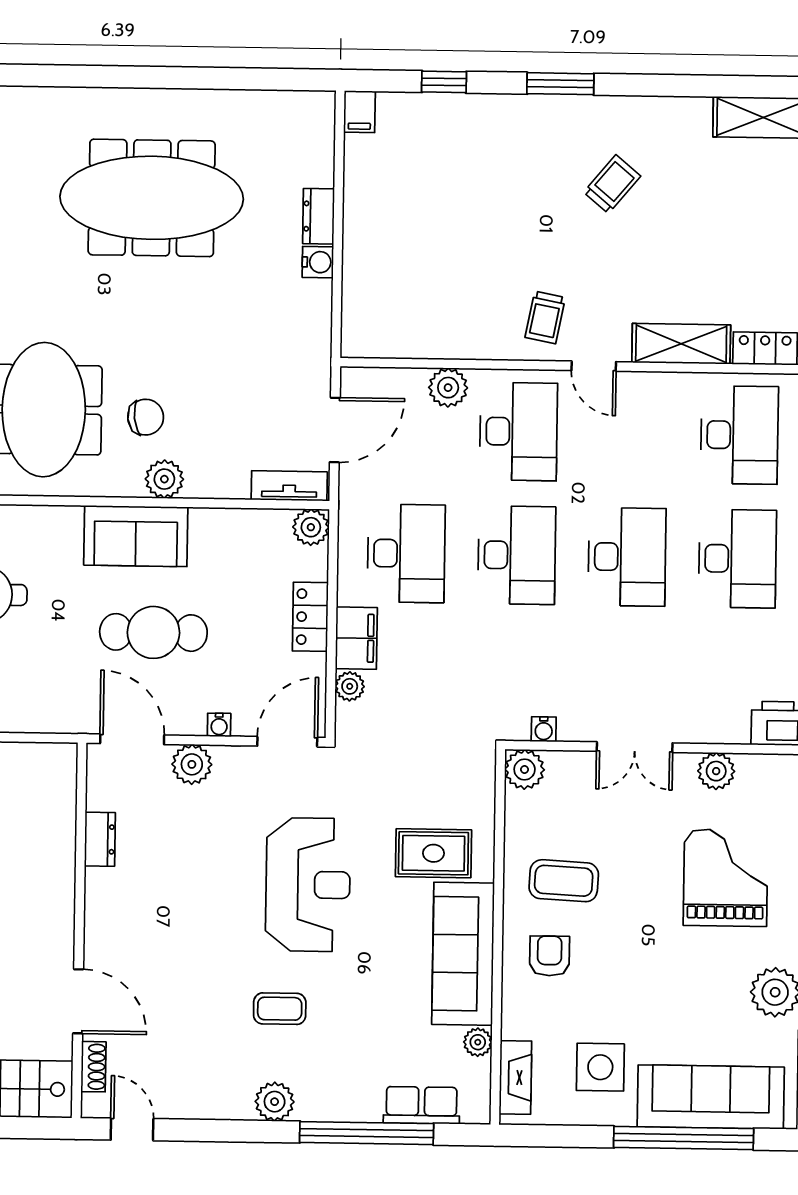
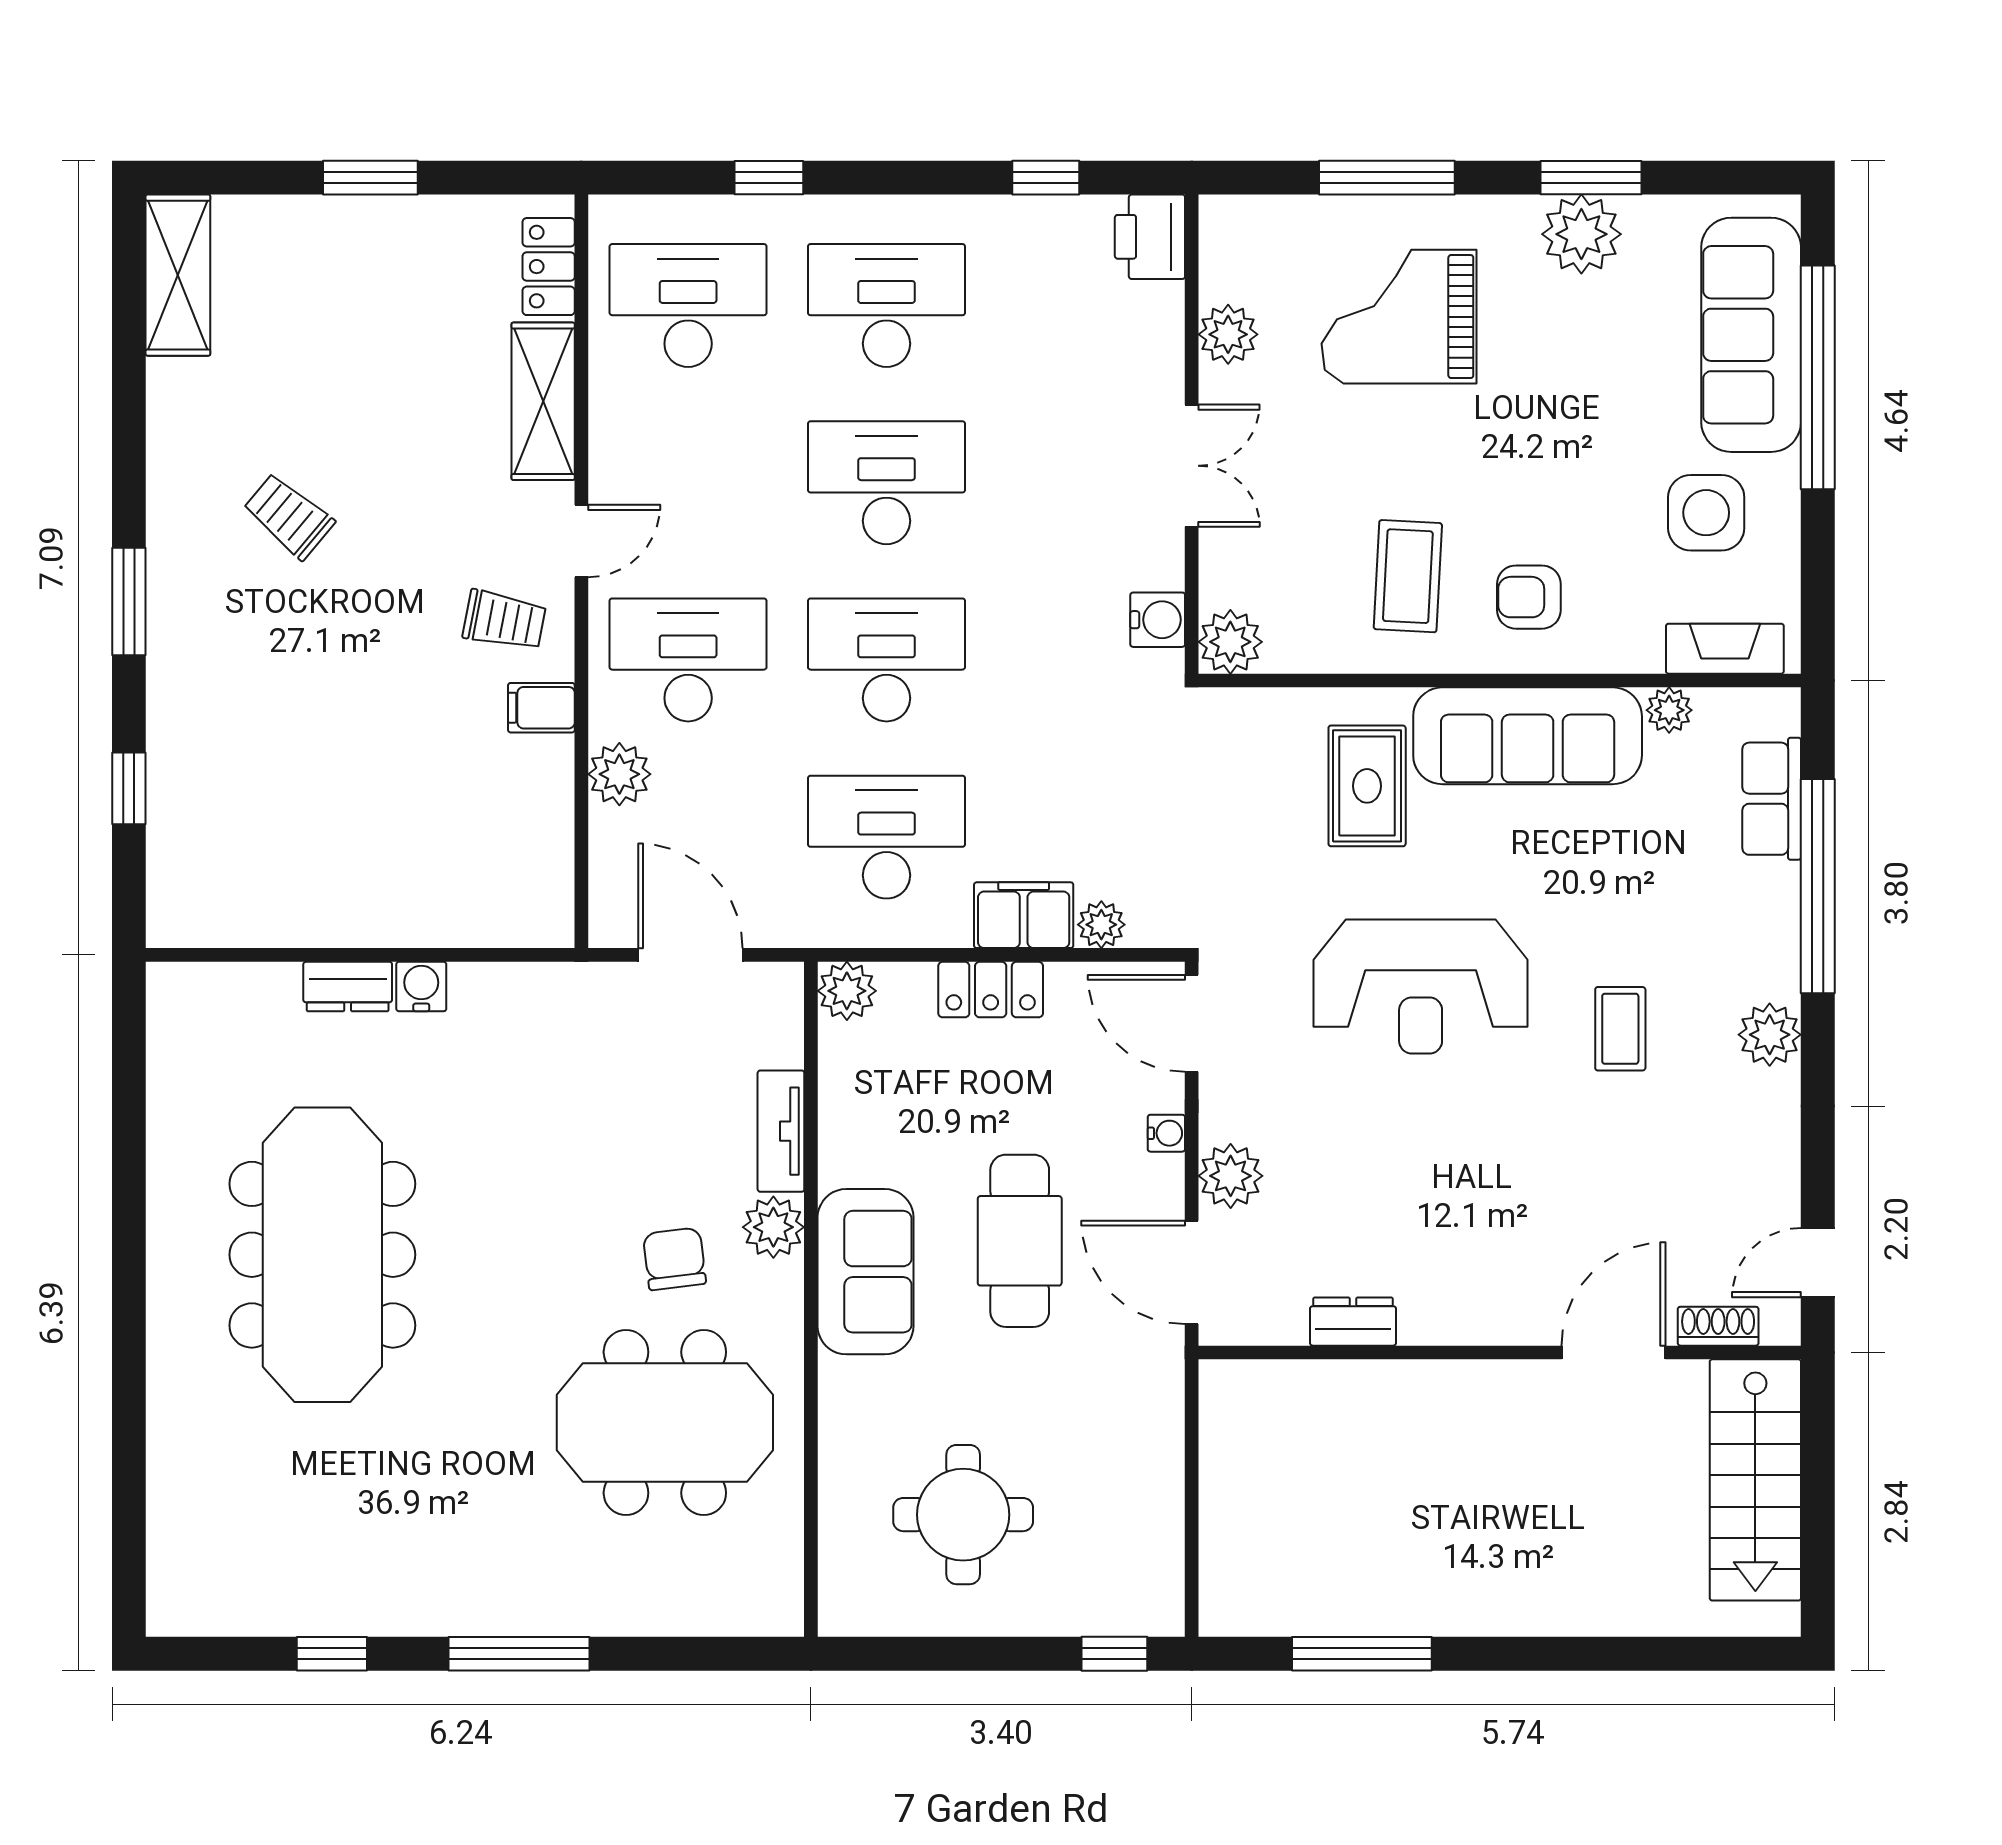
filing cabinet: (360, 112) -> (541, 708), moved, turned 180
tv unit: (289, 486) -> (781, 1131), moved
water cooler: (544, 729) -> (1158, 620), width x1.38, depth x1.38
door: (132, 739) -> (1192, 1272), hinge flipped
reception desk: (308, 885) -> (1421, 987), turned 180

